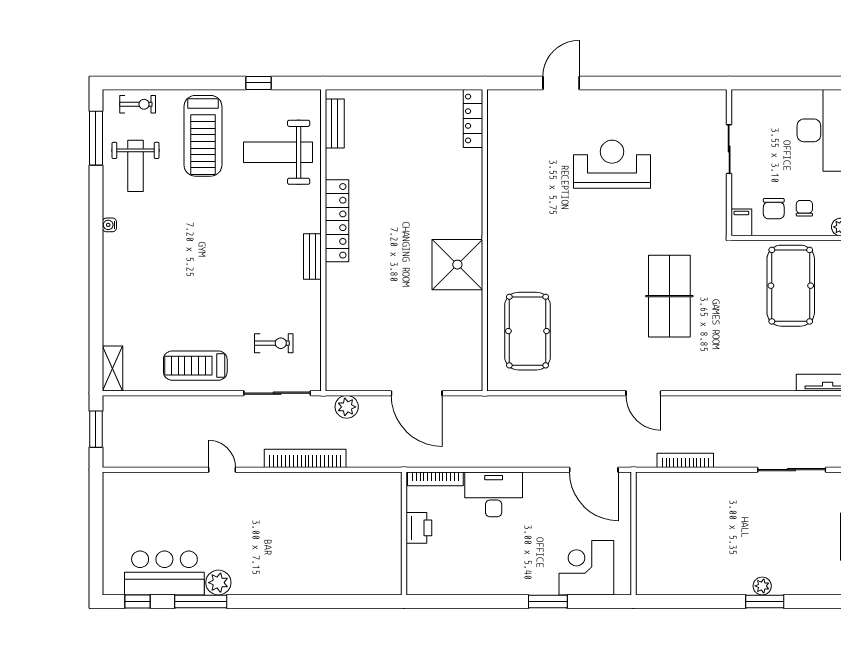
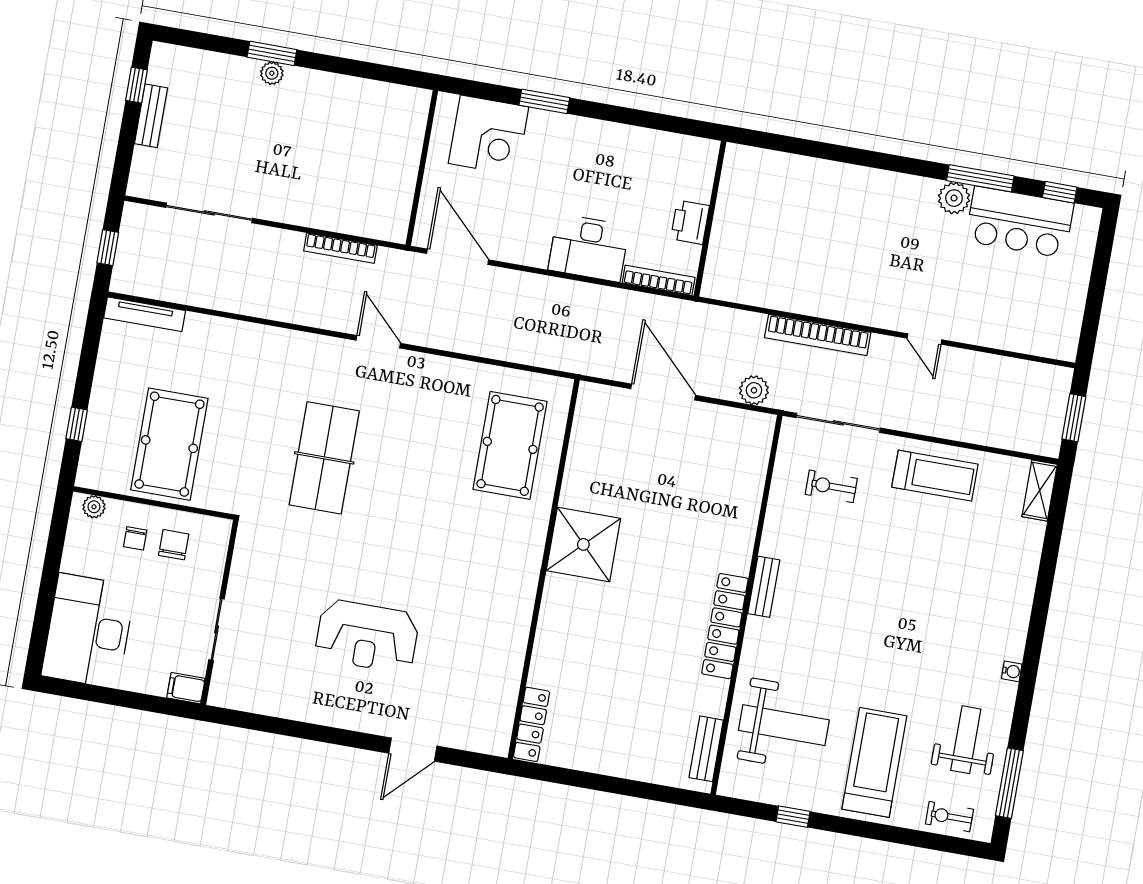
filing cabinet: (741, 222) -> (186, 688), moved, turned 90

